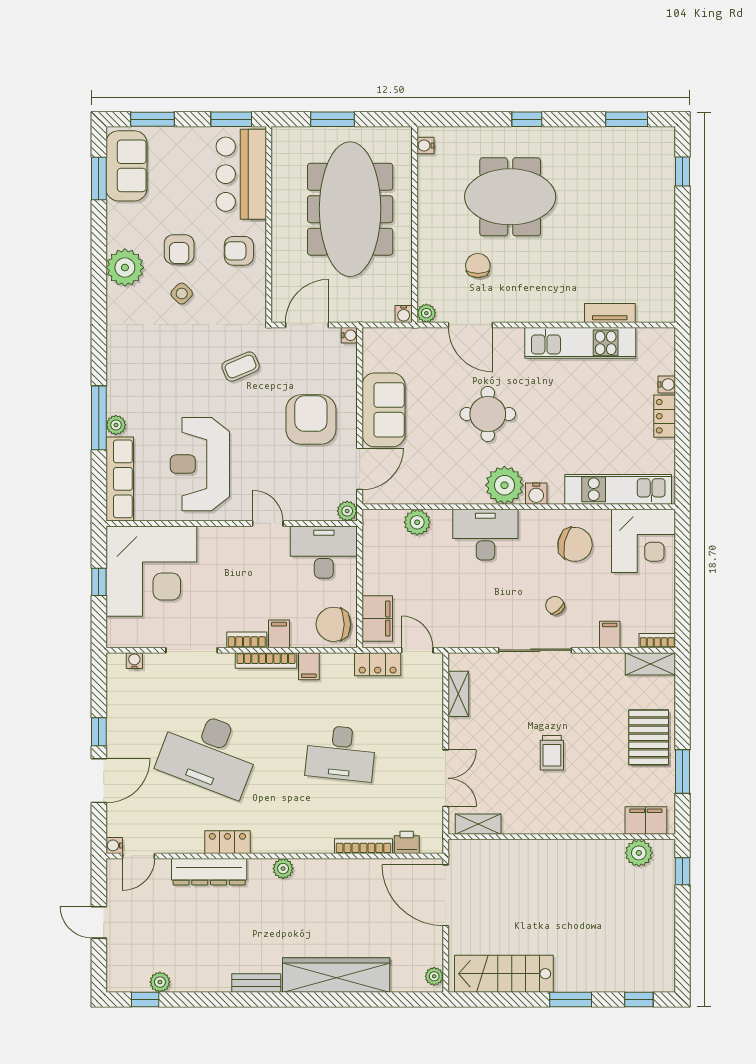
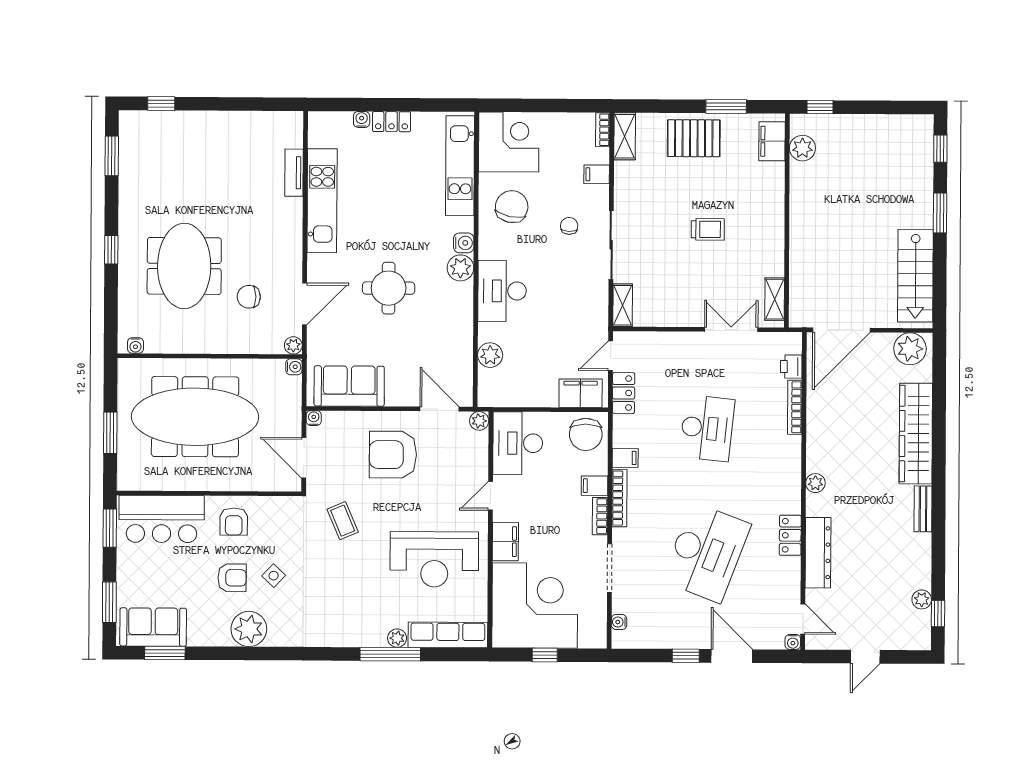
sofa: (383, 410) -> (349, 386), moved
plant: (504, 485) -> (460, 268), width x0.73, depth x0.73
filing cabinet: (219, 540) -> (505, 542), added
chair: (555, 605) -> (569, 226), turned 133
shelving: (458, 694) -> (623, 305), moved, turned 90
plant: (434, 976) -> (910, 349), width x1.88, depth x1.88

